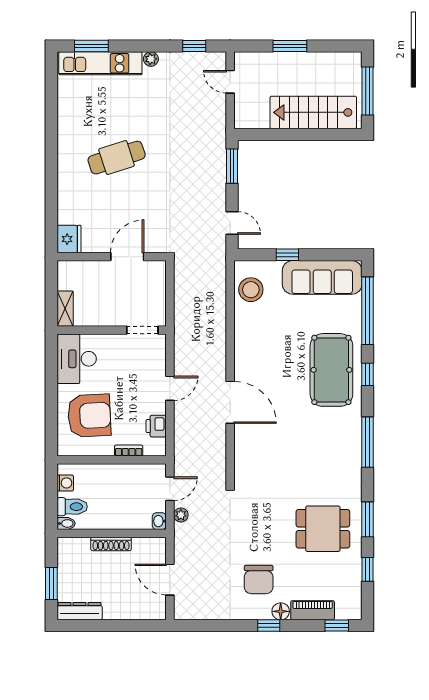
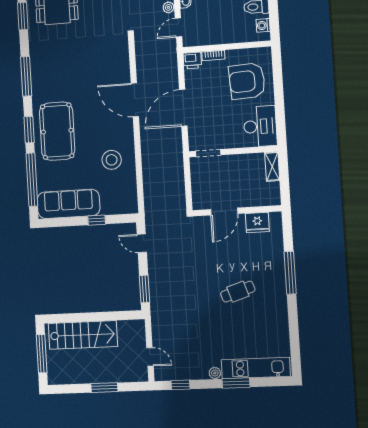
window: (91, 46) -> (236, 383), moved
cafe table: (117, 158) -> (238, 292), width x0.73, depth x0.74
window: (51, 177) -> (290, 273), added
fridge: (69, 239) -> (257, 222), moved, turned -90
stool: (251, 290) -> (112, 160), moved
window: (368, 374) -> (29, 130), width x1.50
door: (170, 388) -> (183, 108), width x1.88
printer: (156, 426) -> (192, 61), moved, turned 90

